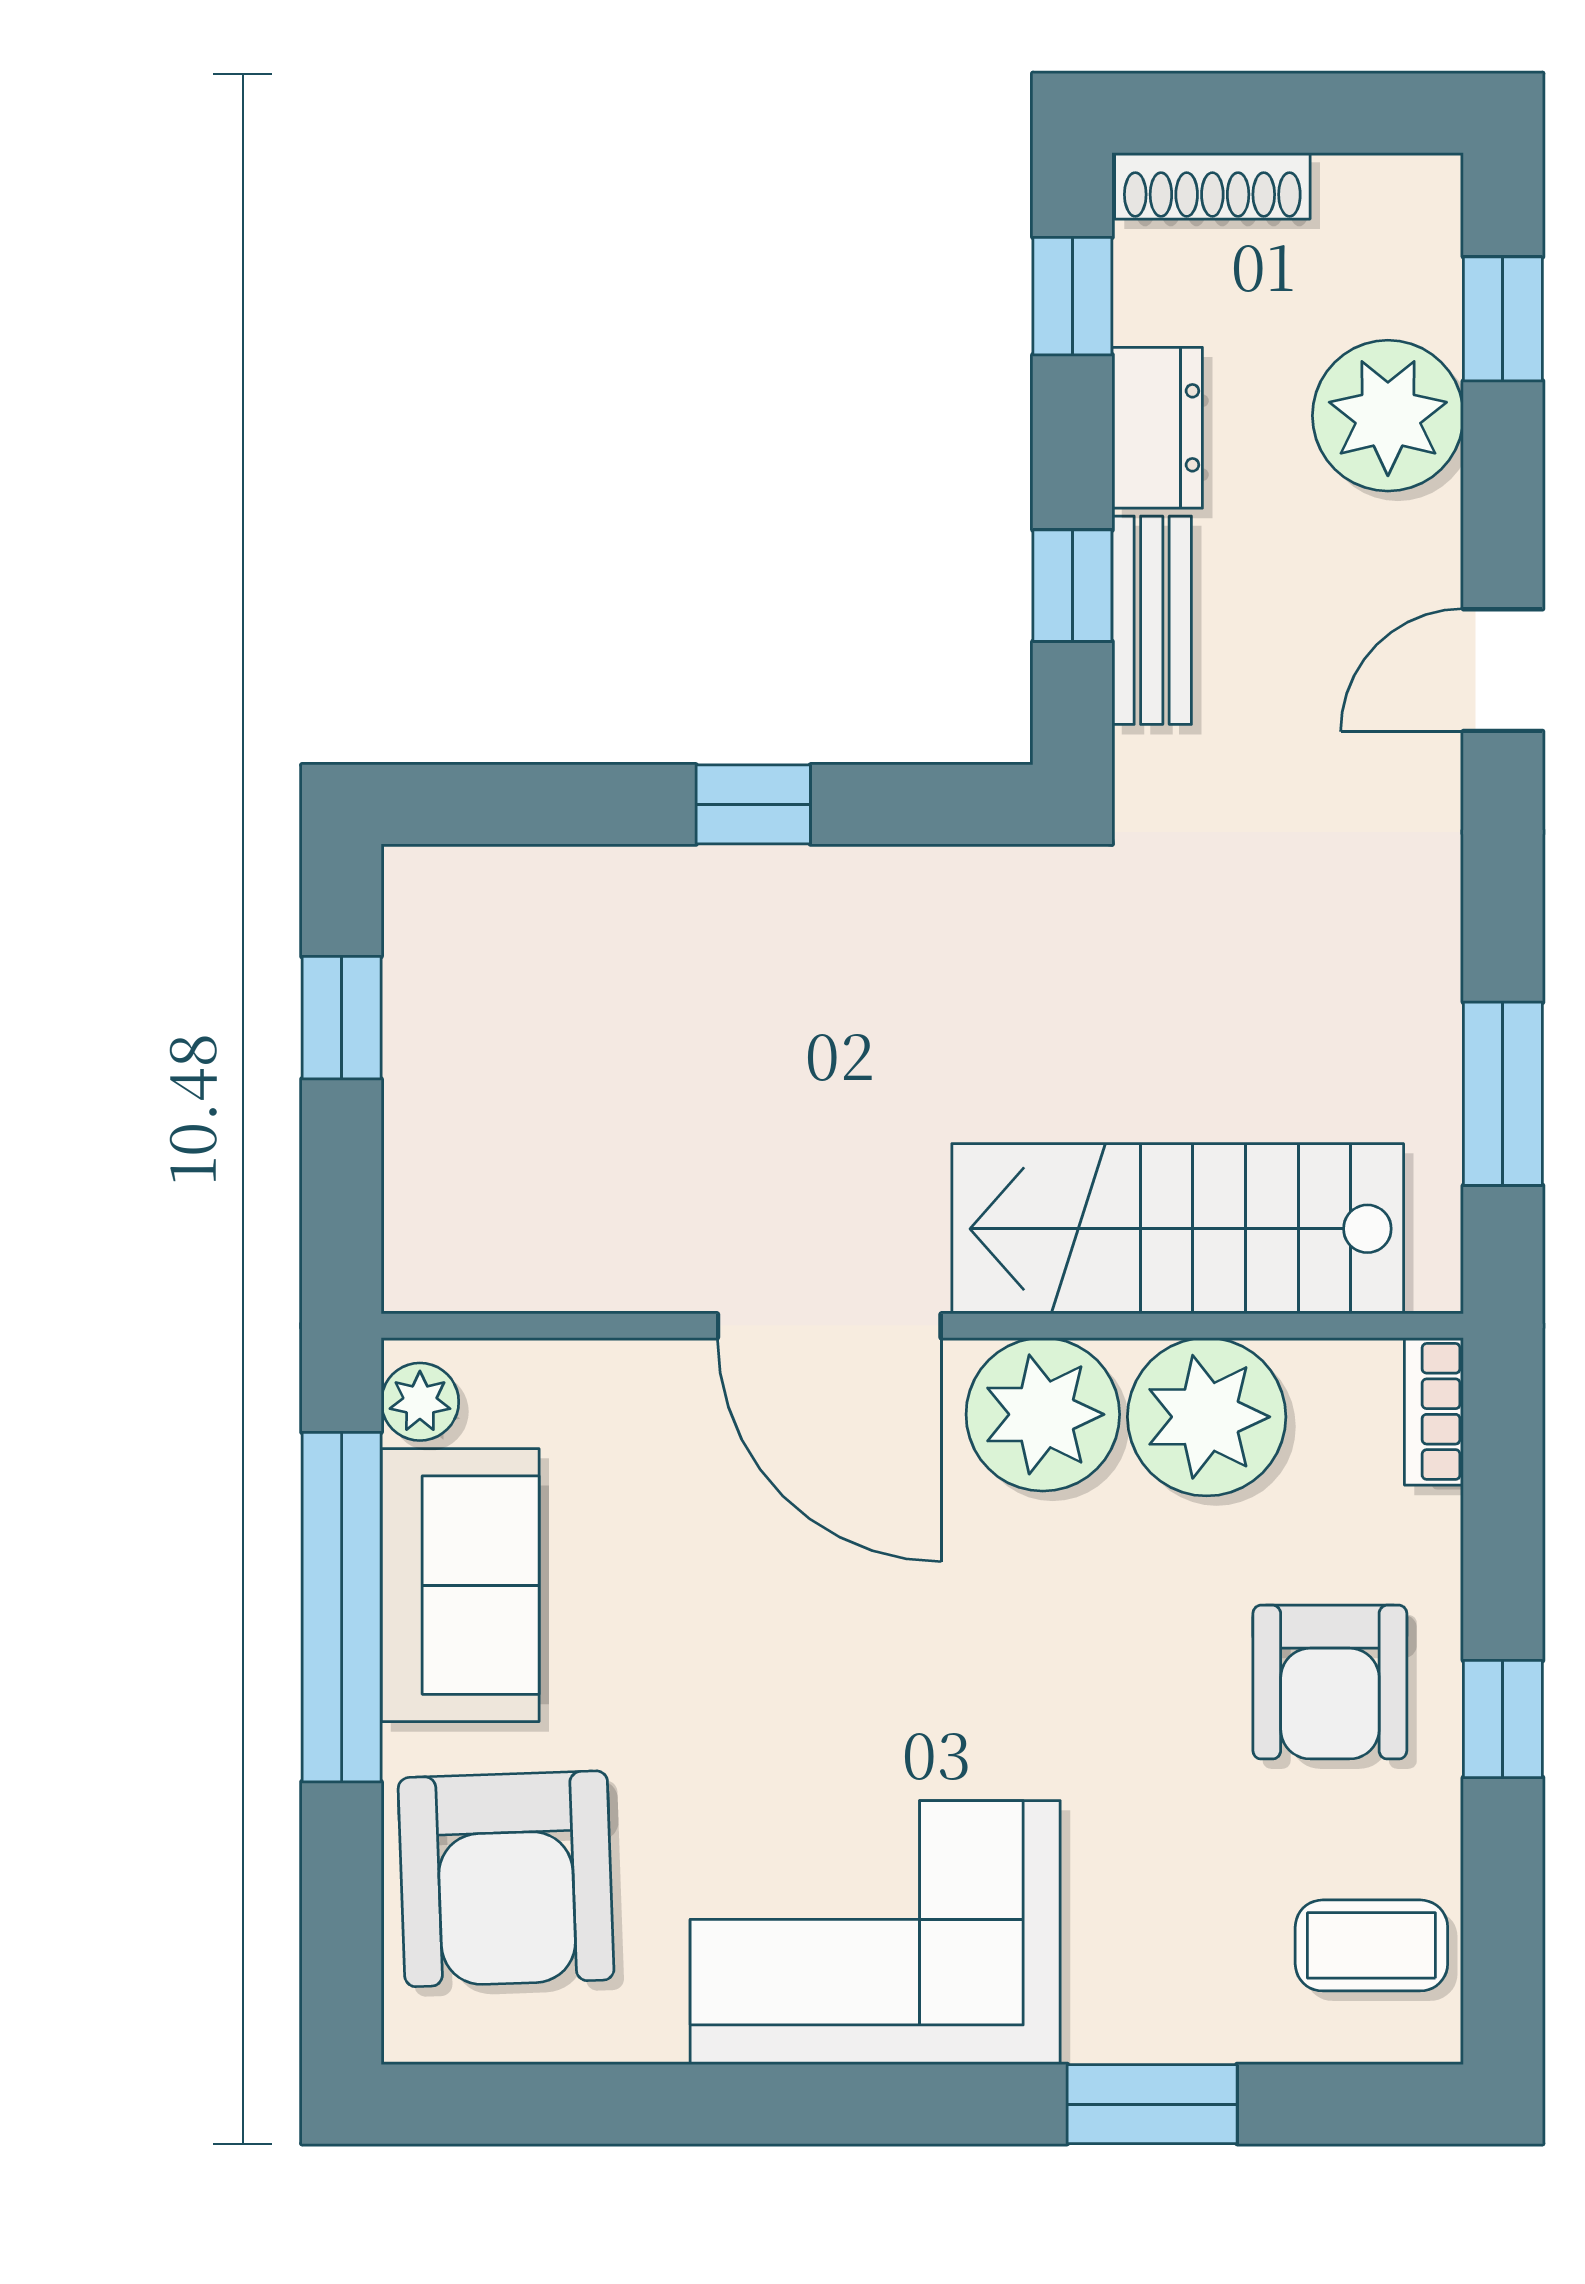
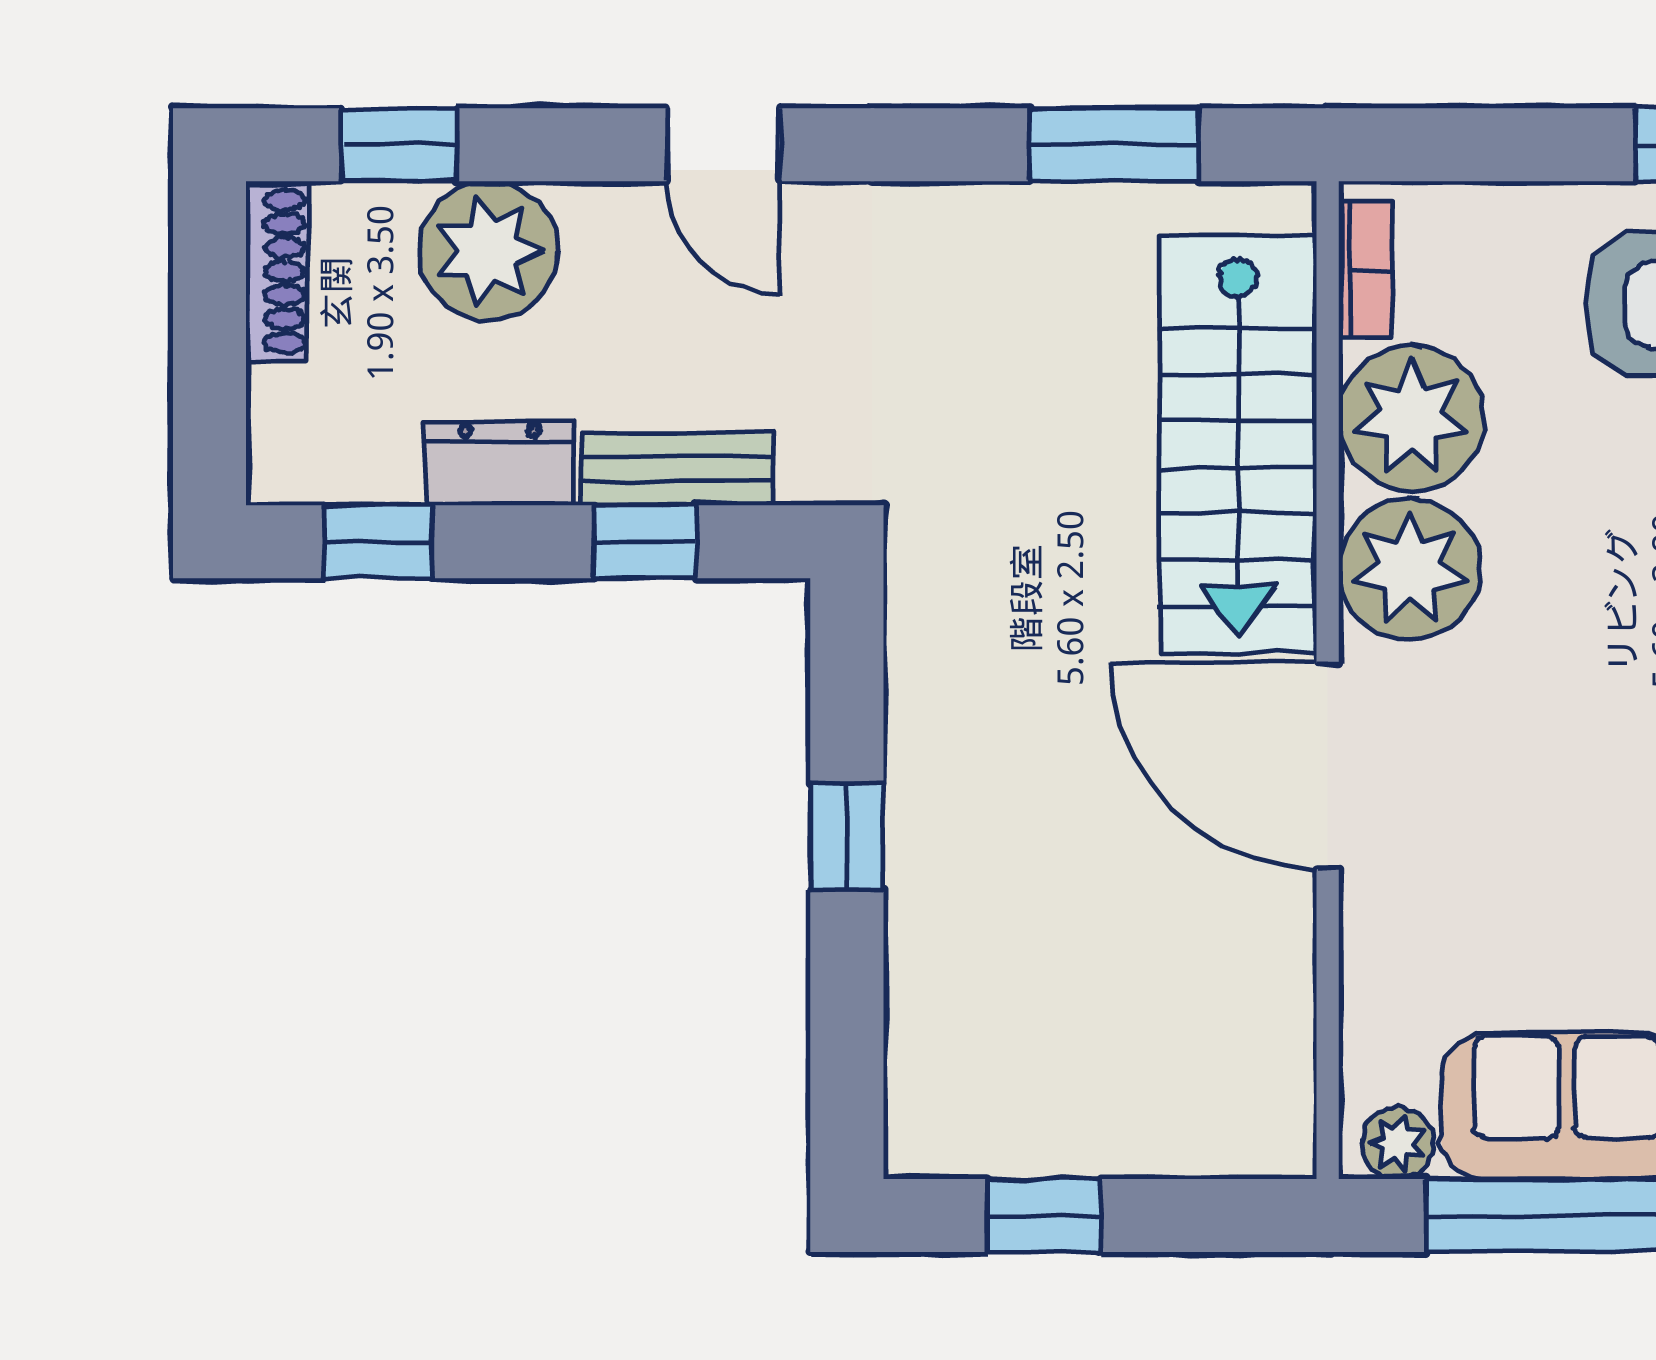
shoe rack: (1212, 186) -> (277, 271), moved
door: (829, 1326) -> (1328, 766), swing flipped
bookcase: (1434, 1411) -> (1366, 270), moved, turned -90

